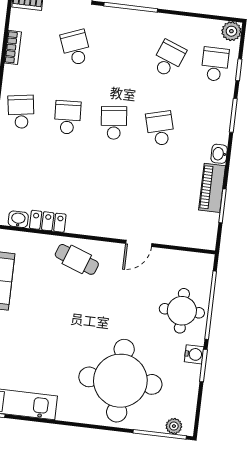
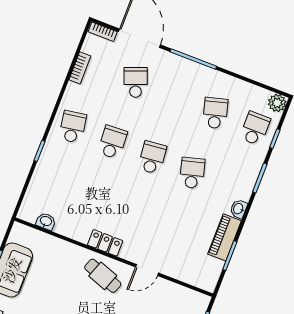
school desk: (169, 59) -> (215, 113), turned -36
locker: (48, 221) -> (105, 243), moved
cafe table: (77, 259) -> (103, 276), moved

